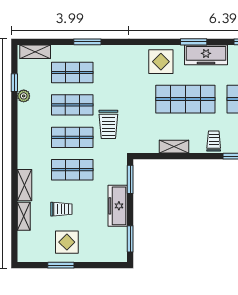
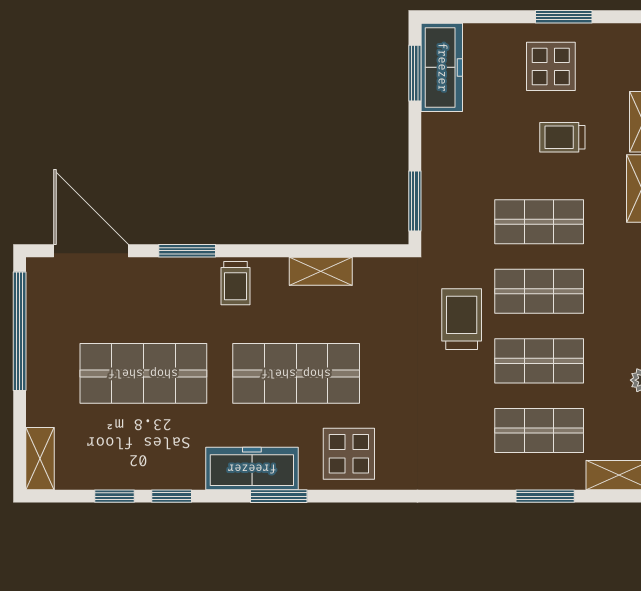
window: (87, 42) -> (545, 496), moved
freezer: (118, 206) -> (442, 67), moved

